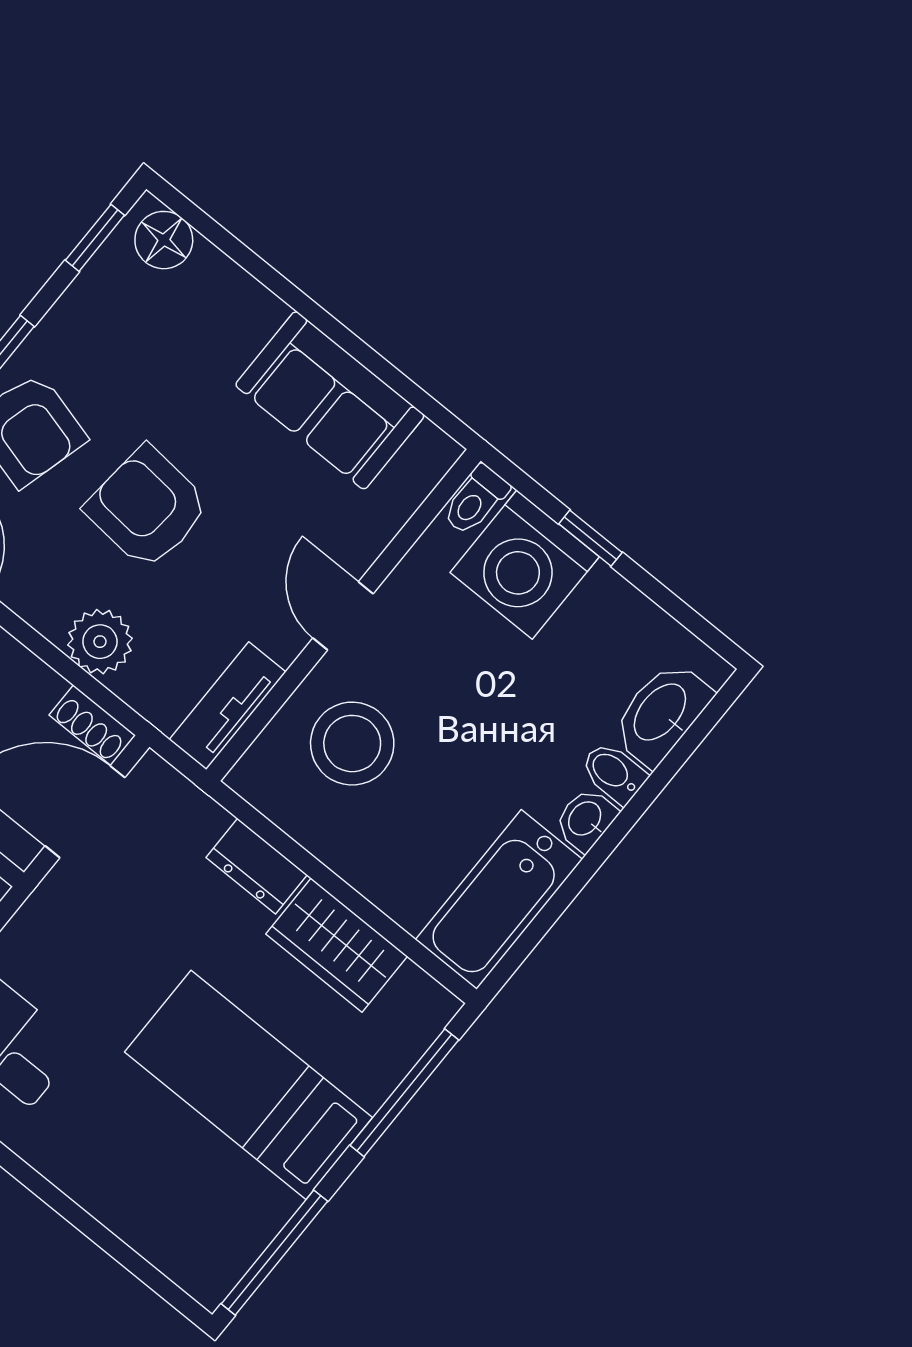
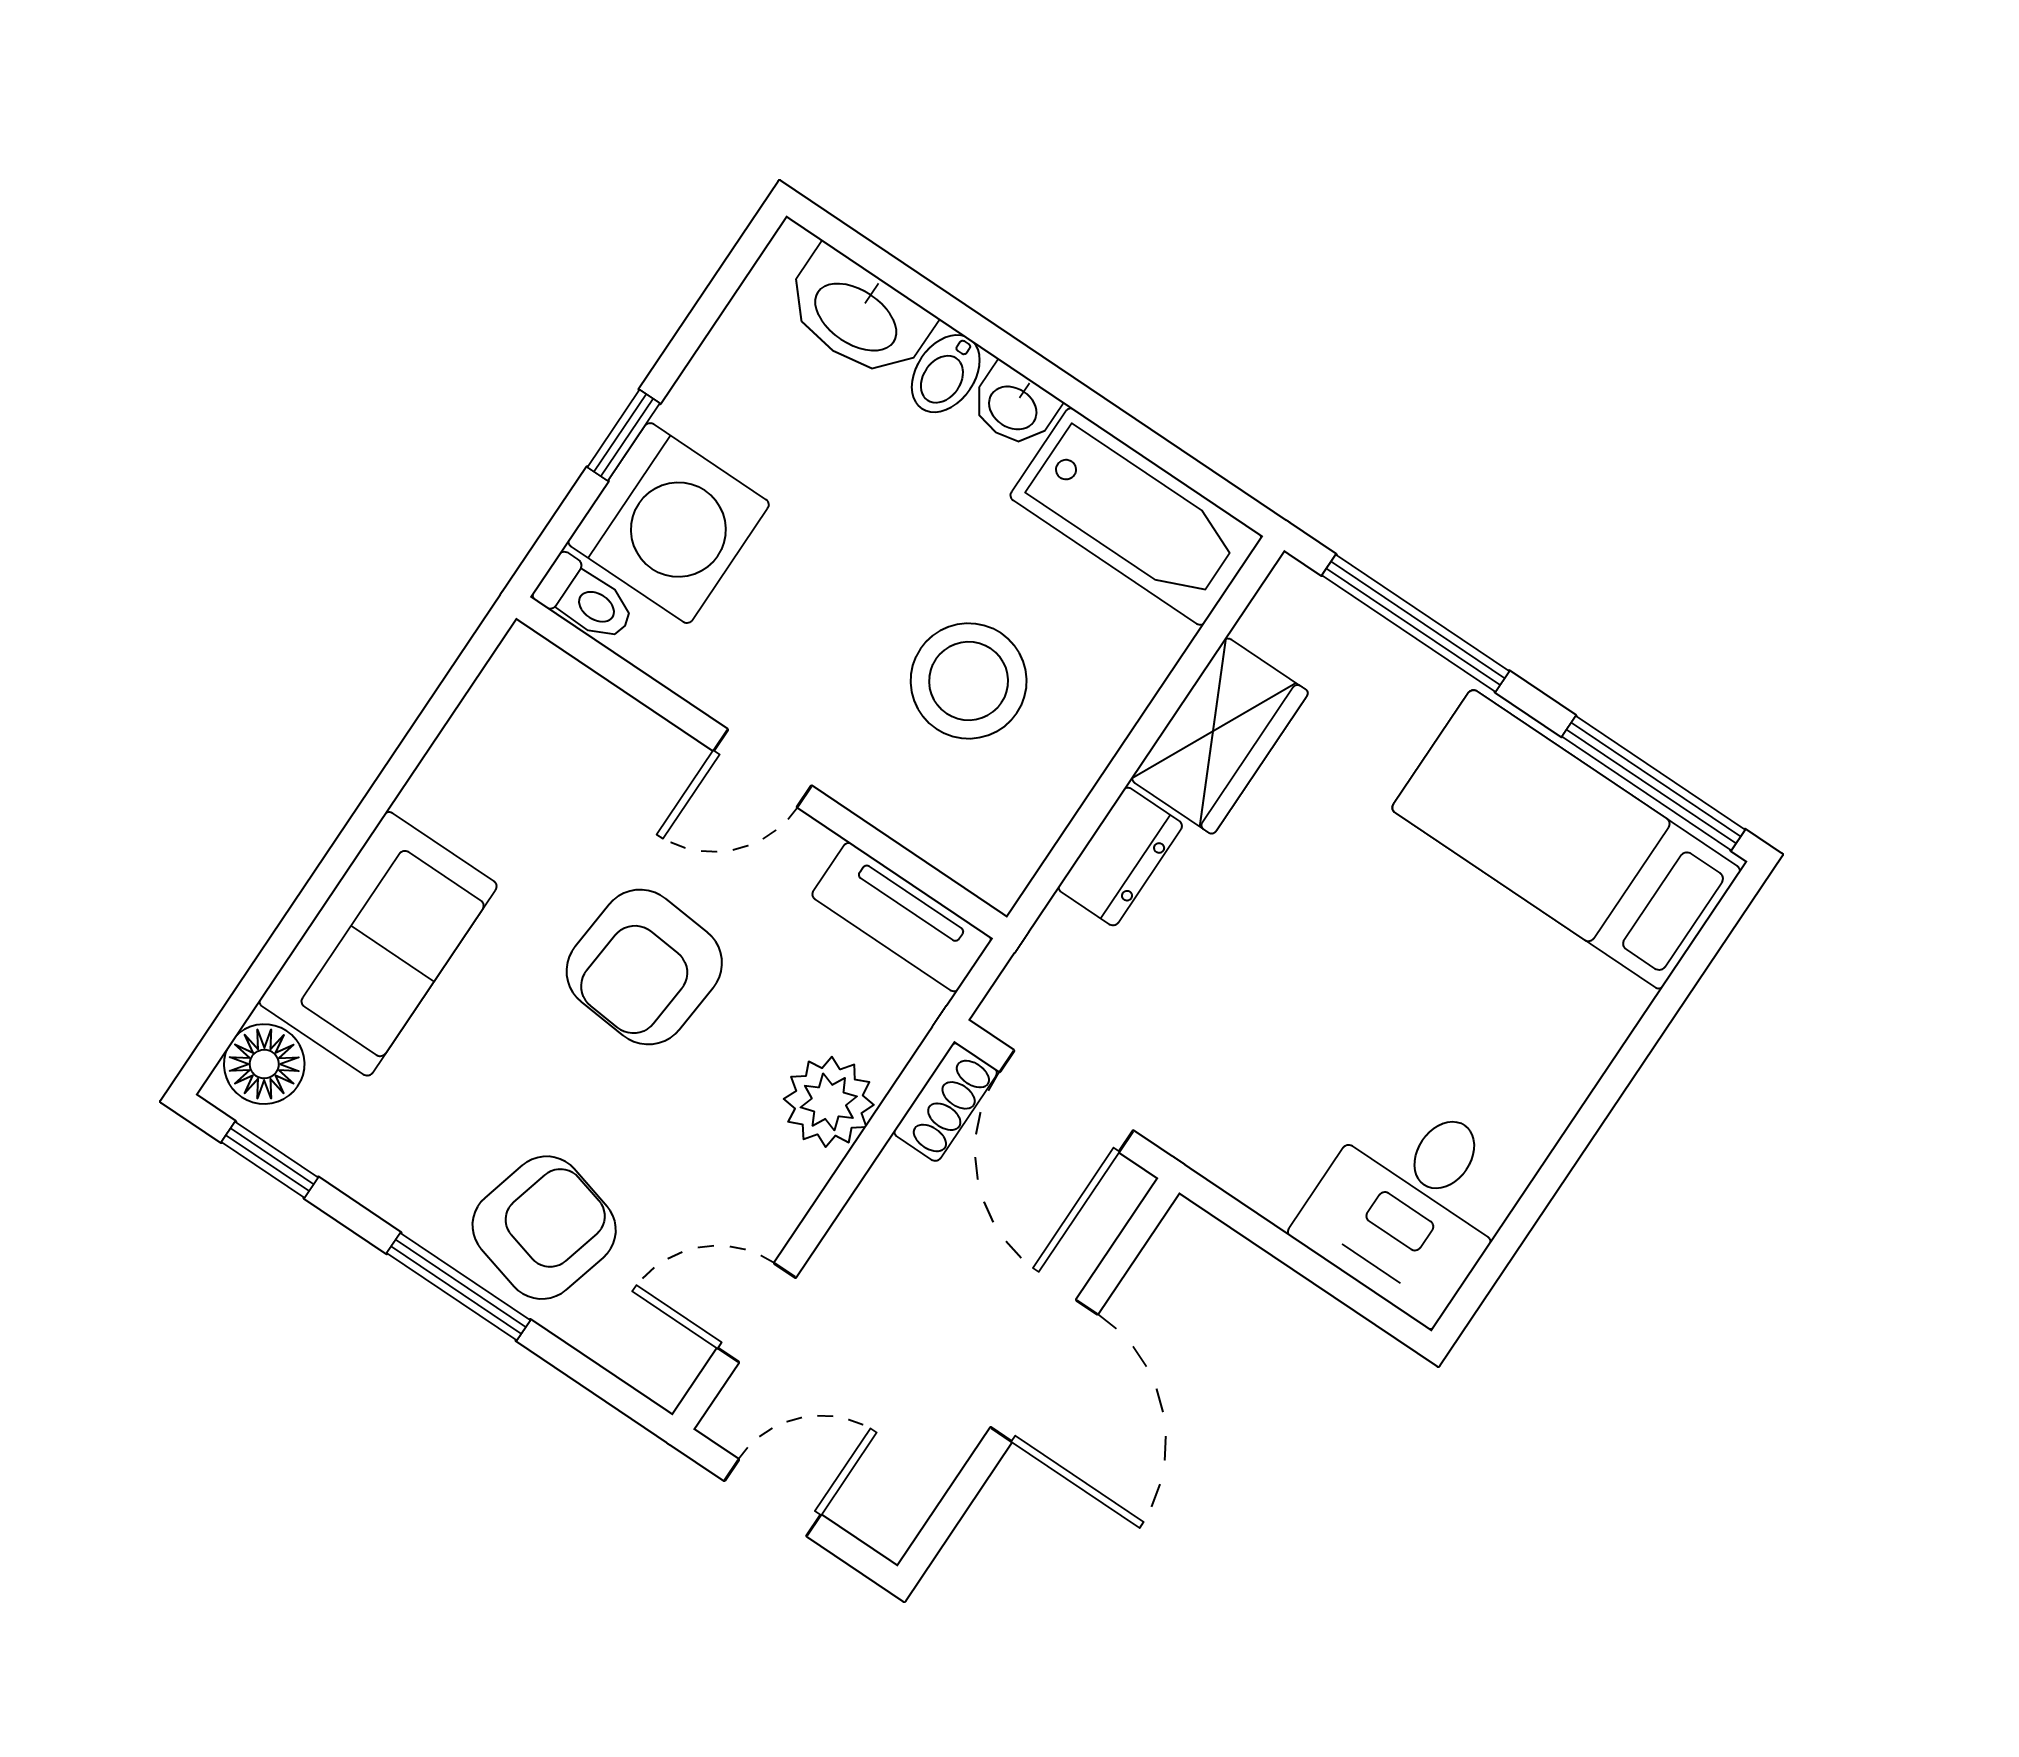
sofa: (330, 400) -> (378, 944), moved
armchair: (147, 508) -> (644, 967), moved
stool: (352, 744) -> (969, 681), moved
bed: (248, 1085) -> (1566, 839), moved, turned 90

